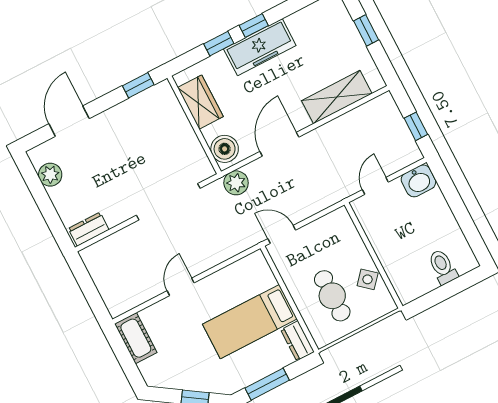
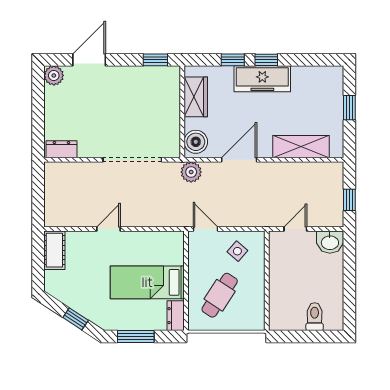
plant: (50, 175) -> (54, 75), moved
side table: (368, 279) -> (237, 251), moved
cafe table: (332, 296) -> (220, 295), turned 33

